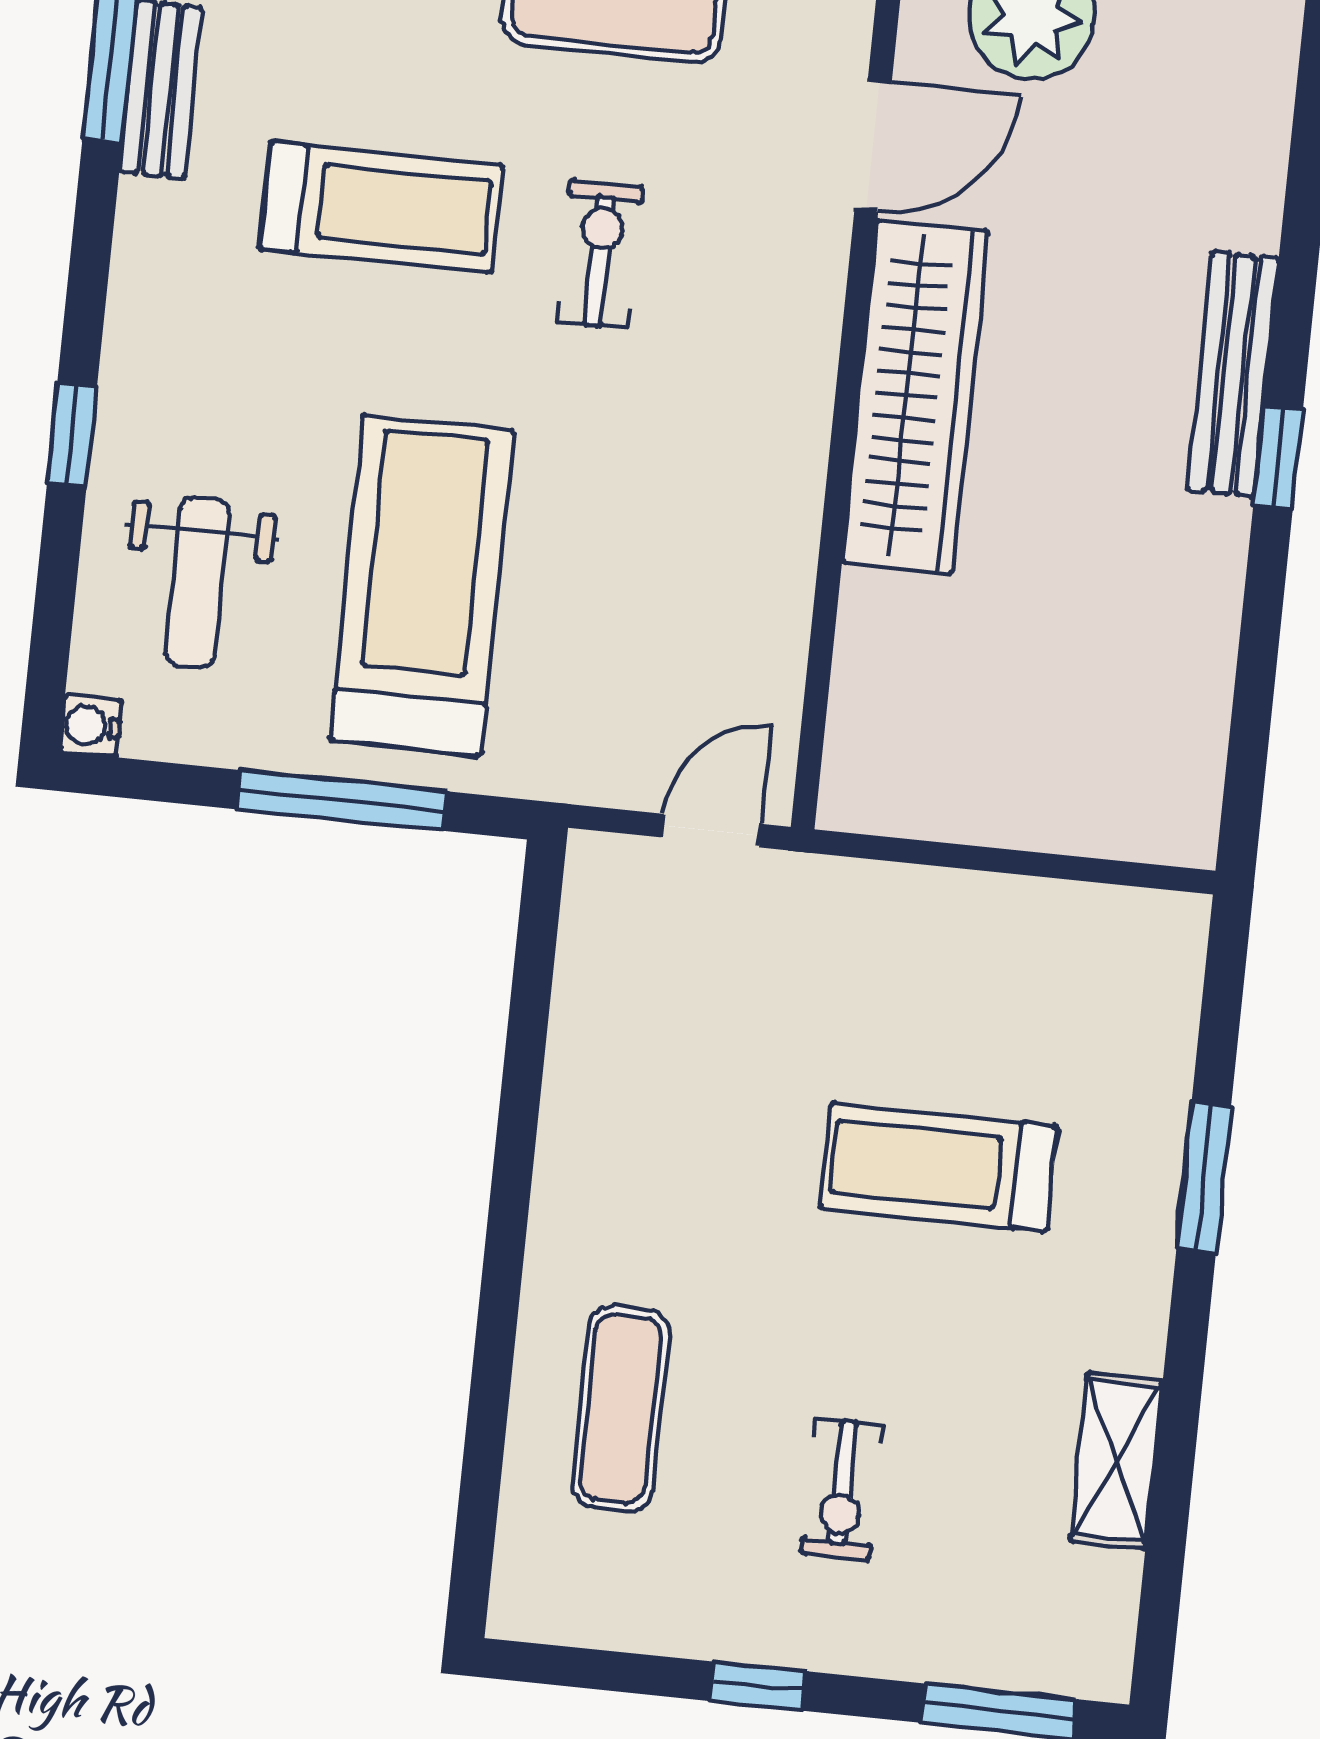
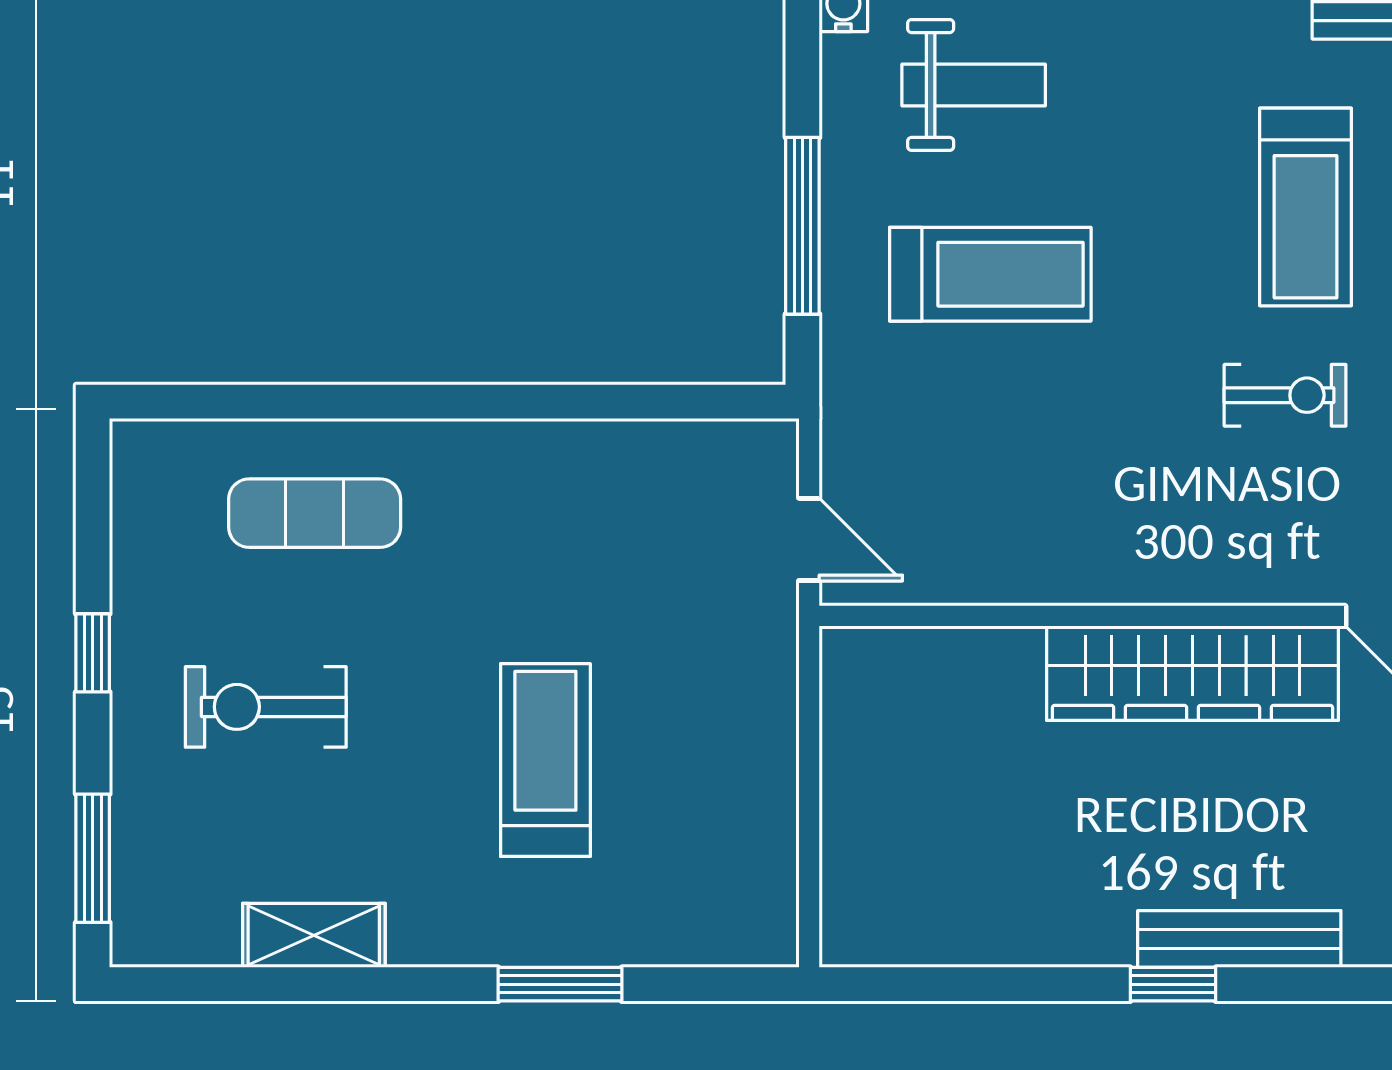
weight bench: (197, 582) -> (974, 85), turned 180
treadmill: (422, 586) -> (990, 274), width x0.73, depth x0.73
exercise bike: (842, 1489) -> (266, 707), width x1.38, depth x1.39

